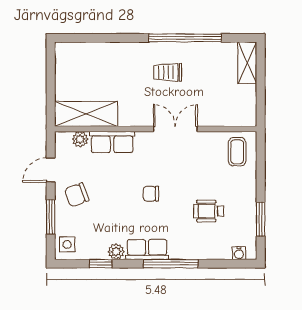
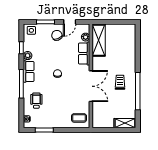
double door: (175, 129) -> (91, 86), width x1.37
door: (51, 170) -> (70, 22), swing flipped
wheelchair: (209, 211) -> (36, 101), moved

